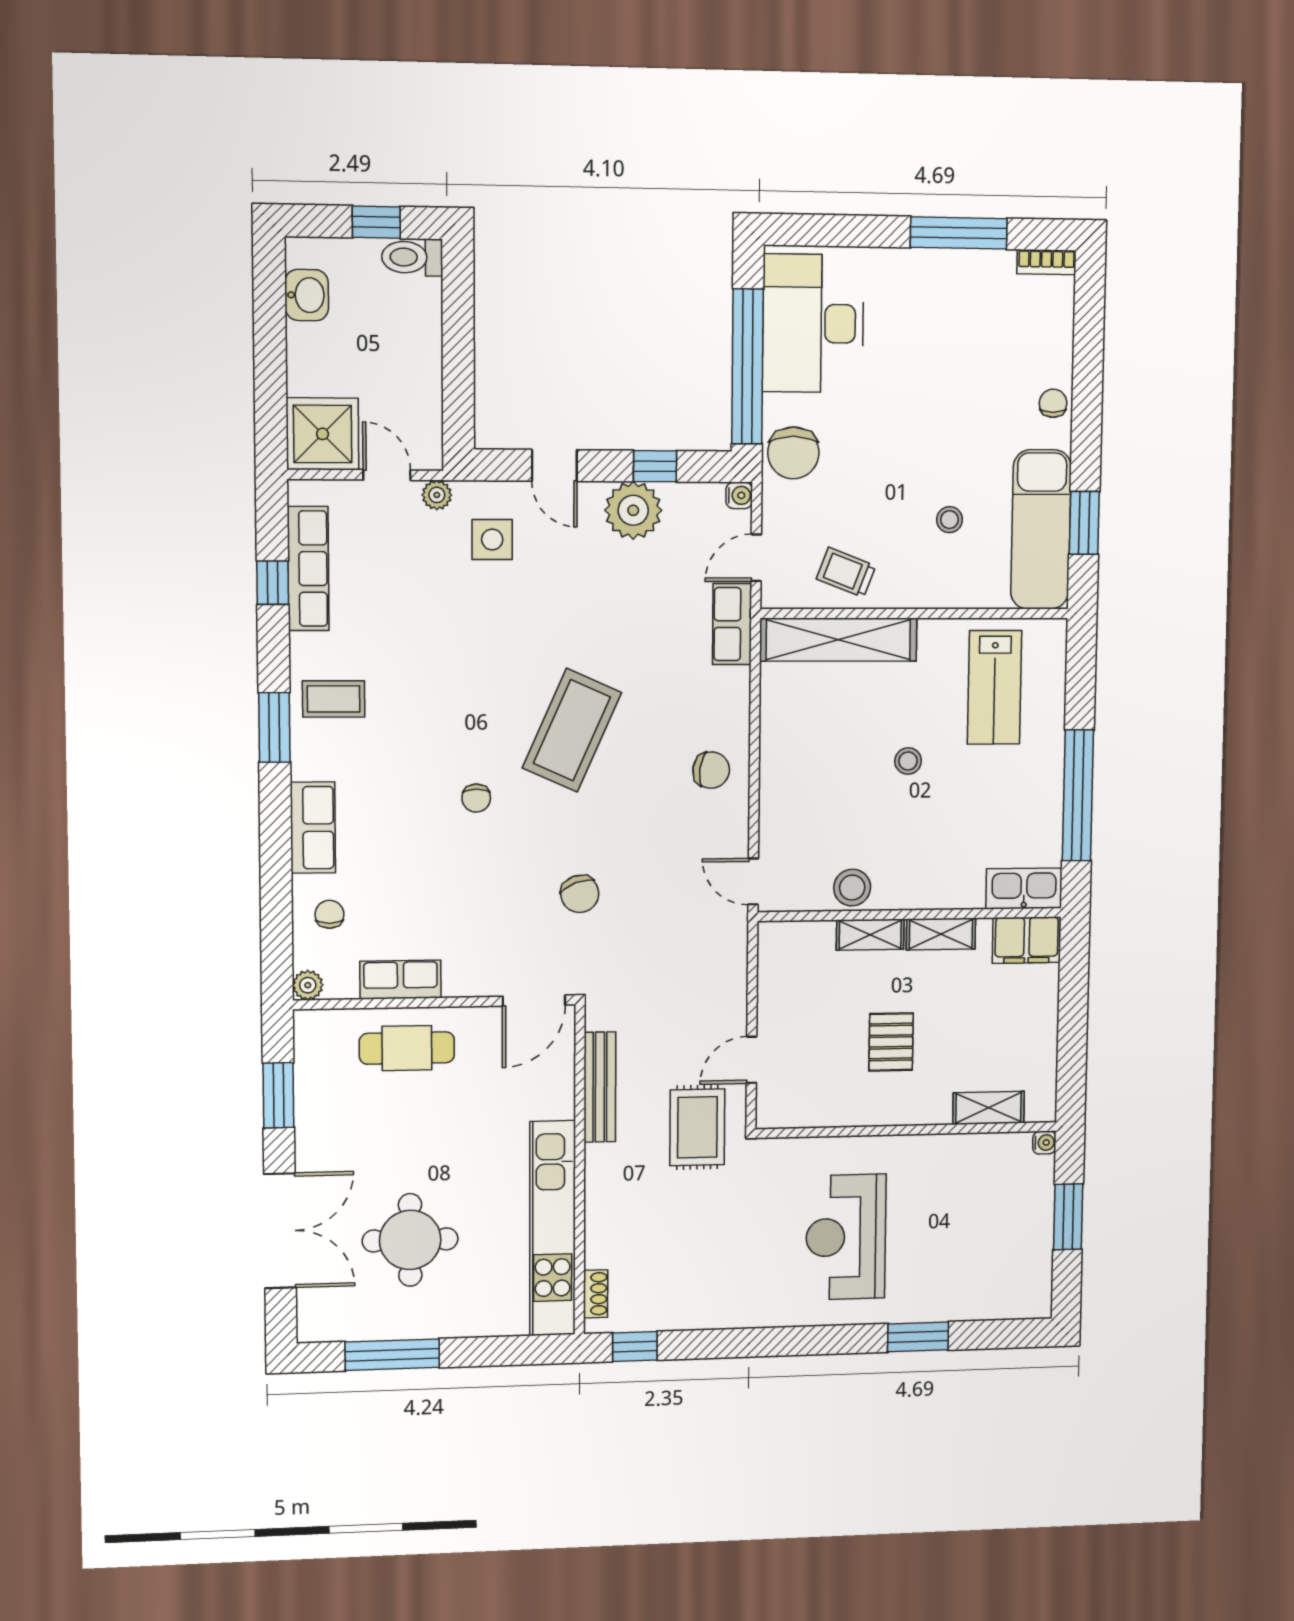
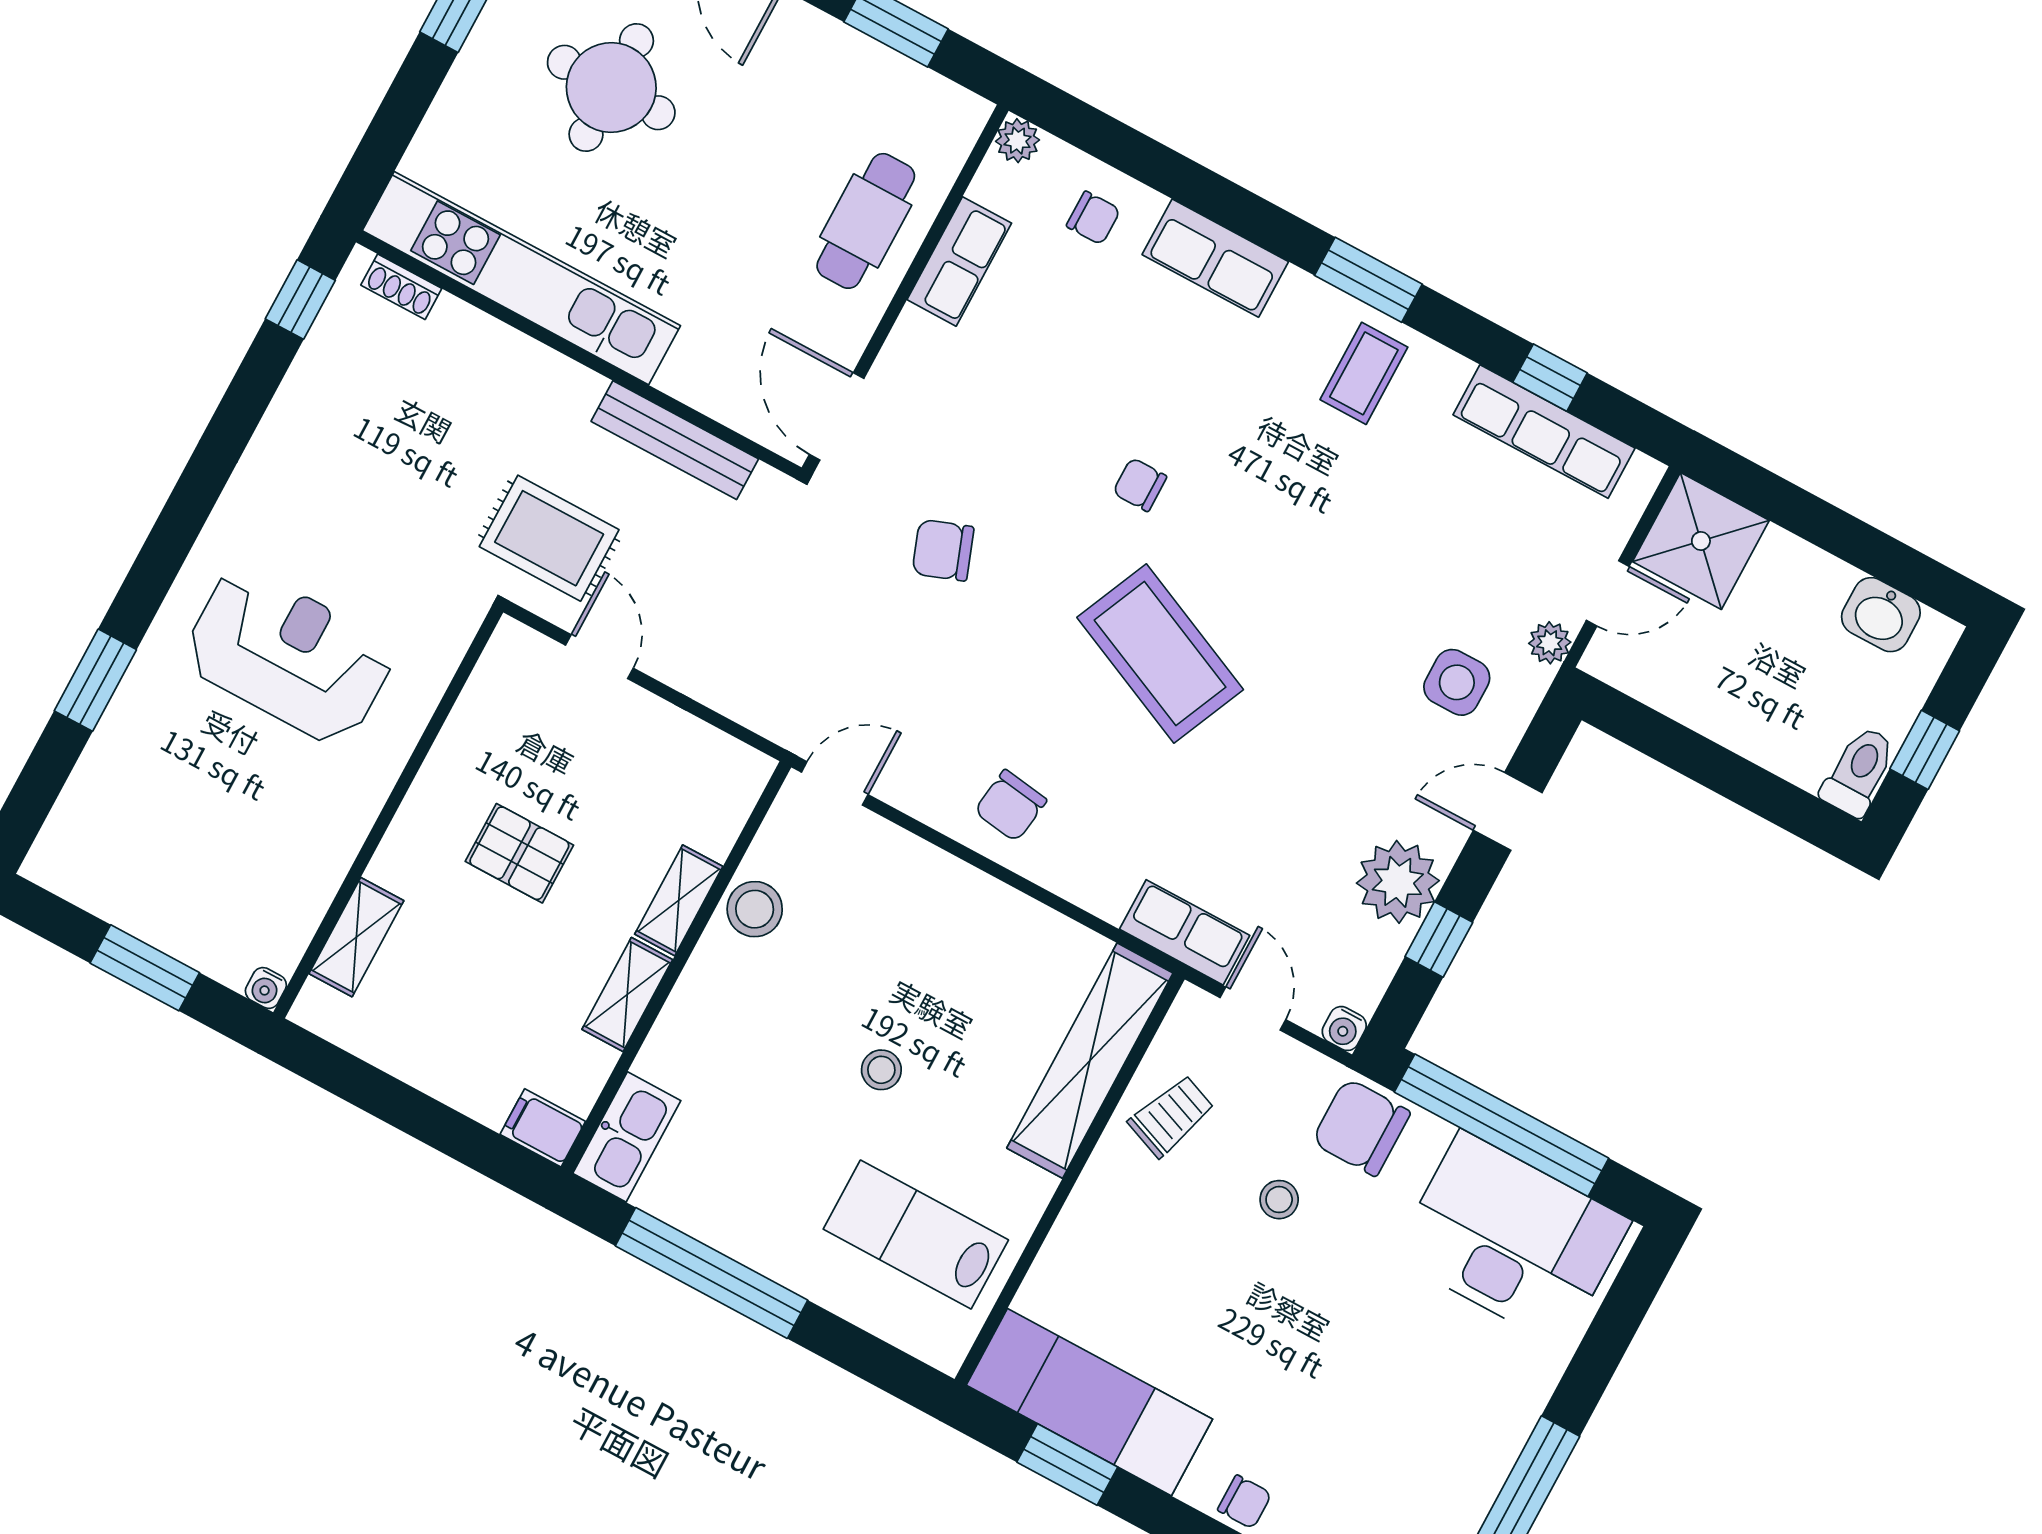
stool: (950, 520) -> (1279, 1200), moved
filing cabinet: (1027, 940) -> (543, 1128), width x0.50

